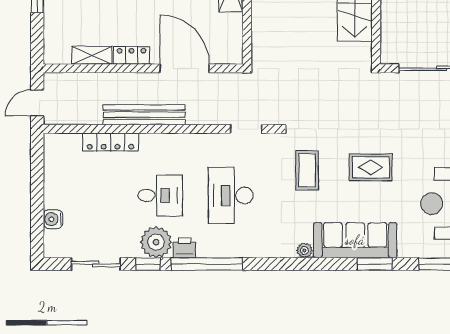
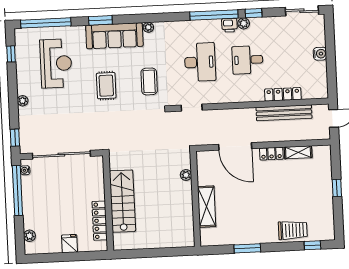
plant: (259, 30) -> (186, 175), added
bench: (144, 115) -> (284, 113), moved
rug: (371, 167) -> (106, 86), turned 90
water cooler: (53, 219) -> (320, 54), moved
plant: (156, 242) -> (244, 23), width x0.53, depth x0.53
sliding door: (96, 264) -> (302, 11), moved

